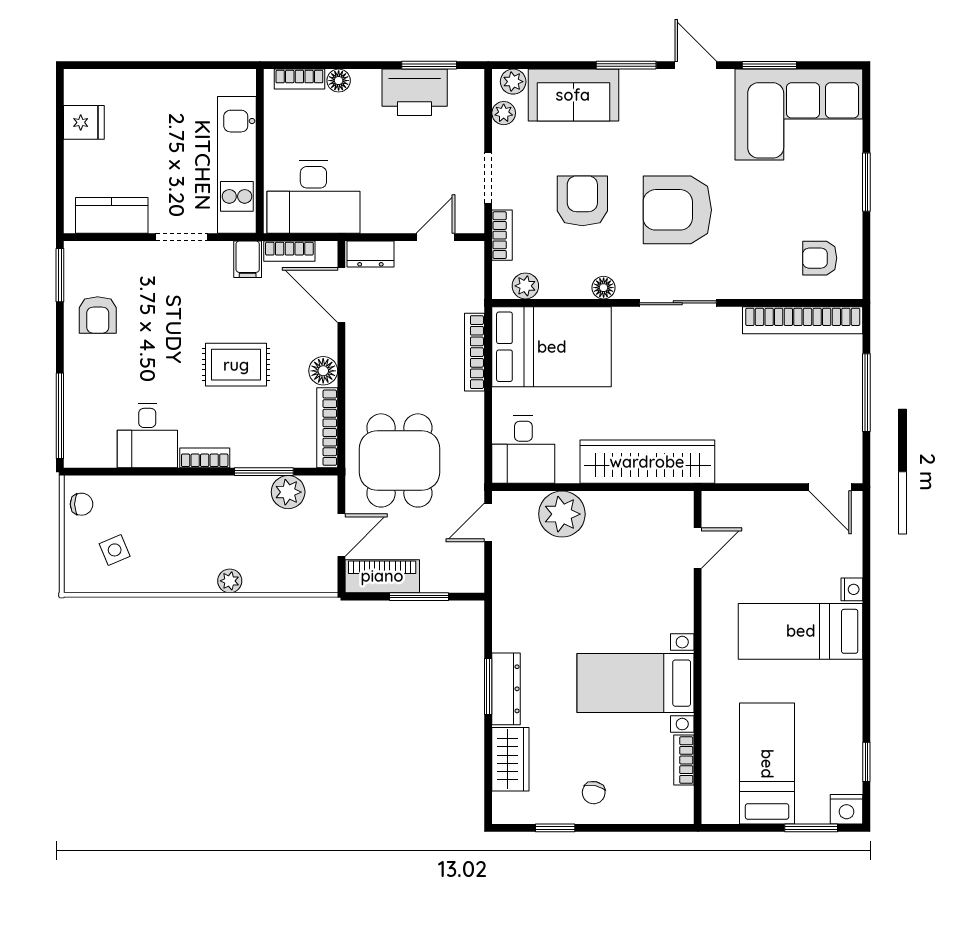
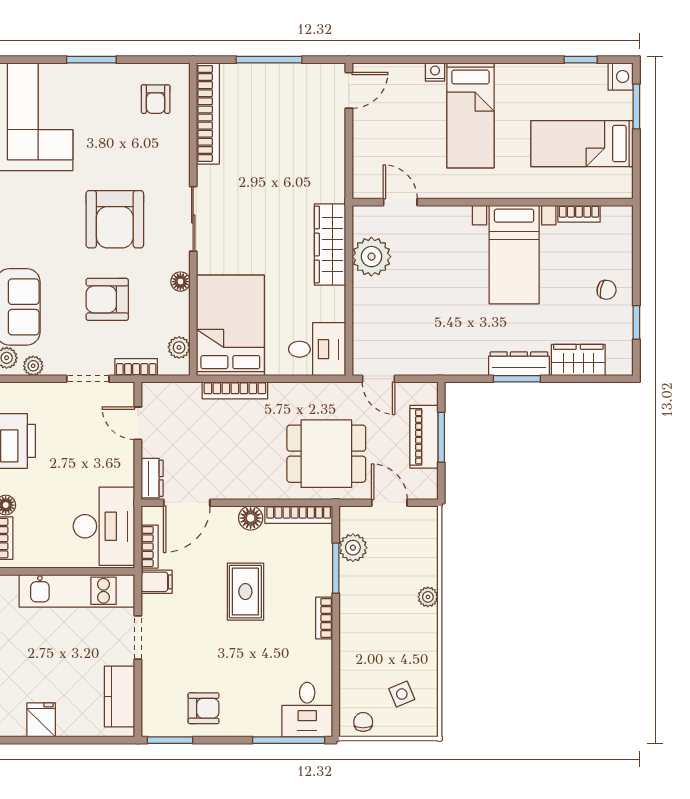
desk: (147, 435) -> (307, 710), moved, turned 90
wardrobe: (647, 462) -> (330, 244), width x0.71, depth x0.85
plant: (562, 514) -> (371, 257), moved
piano: (382, 576) -> (424, 437), moved

